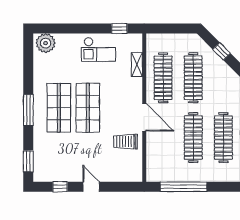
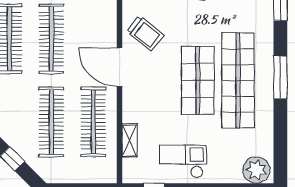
shop shelf: (59, 108) -> (238, 80), width x1.40
trolley: (126, 142) -> (145, 33), turned 38

